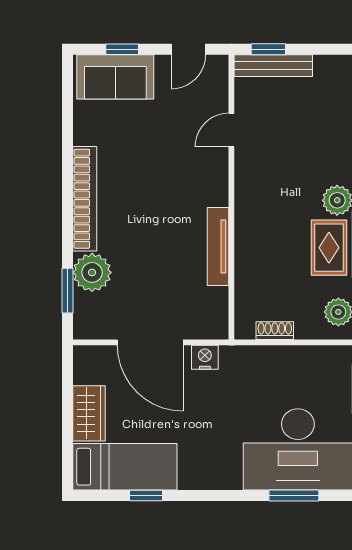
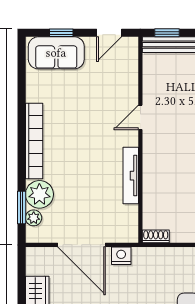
door: (231, 130) -> (140, 117), moved
plant: (84, 305) -> (34, 218), added
shoe rack: (275, 331) -> (156, 236), moved

